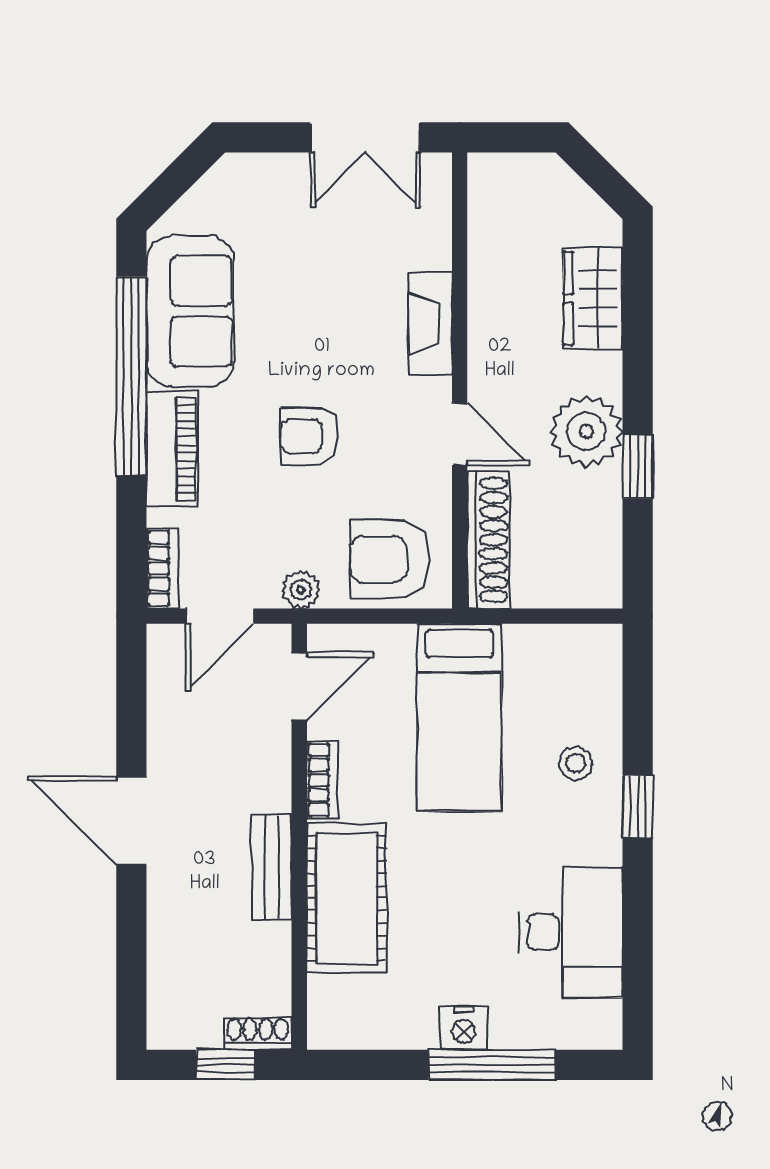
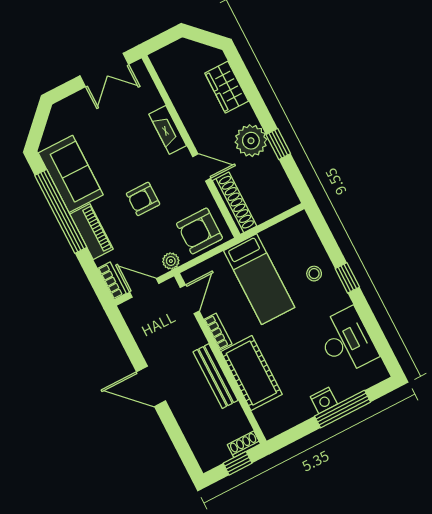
door: (220, 616) -> (144, 288), swing flipped
bench: (272, 867) -> (216, 376), width x1.36

